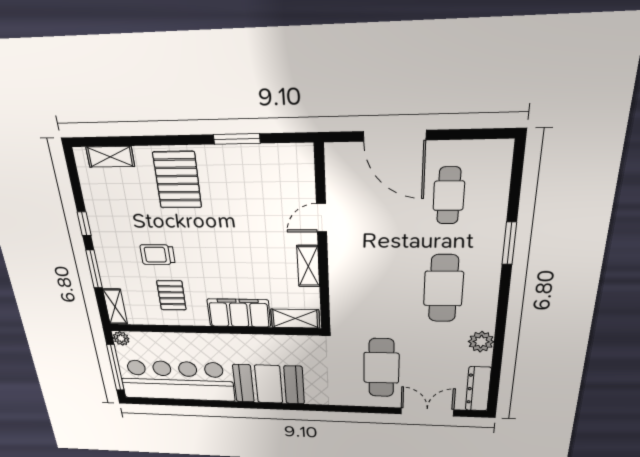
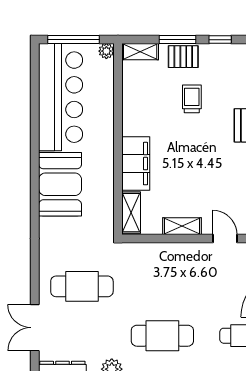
pallet: (171, 295) -> (183, 57), moved
double door: (427, 412) -> (35, 328), swing flipped

